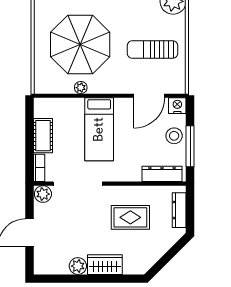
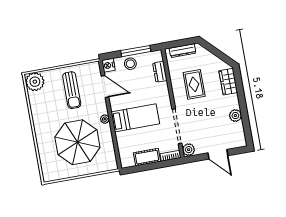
plant: (81, 88) -> (105, 119), moved
dresser: (162, 174) -> (160, 72), width x0.70
wardrobe: (105, 265) -> (228, 82), moved

